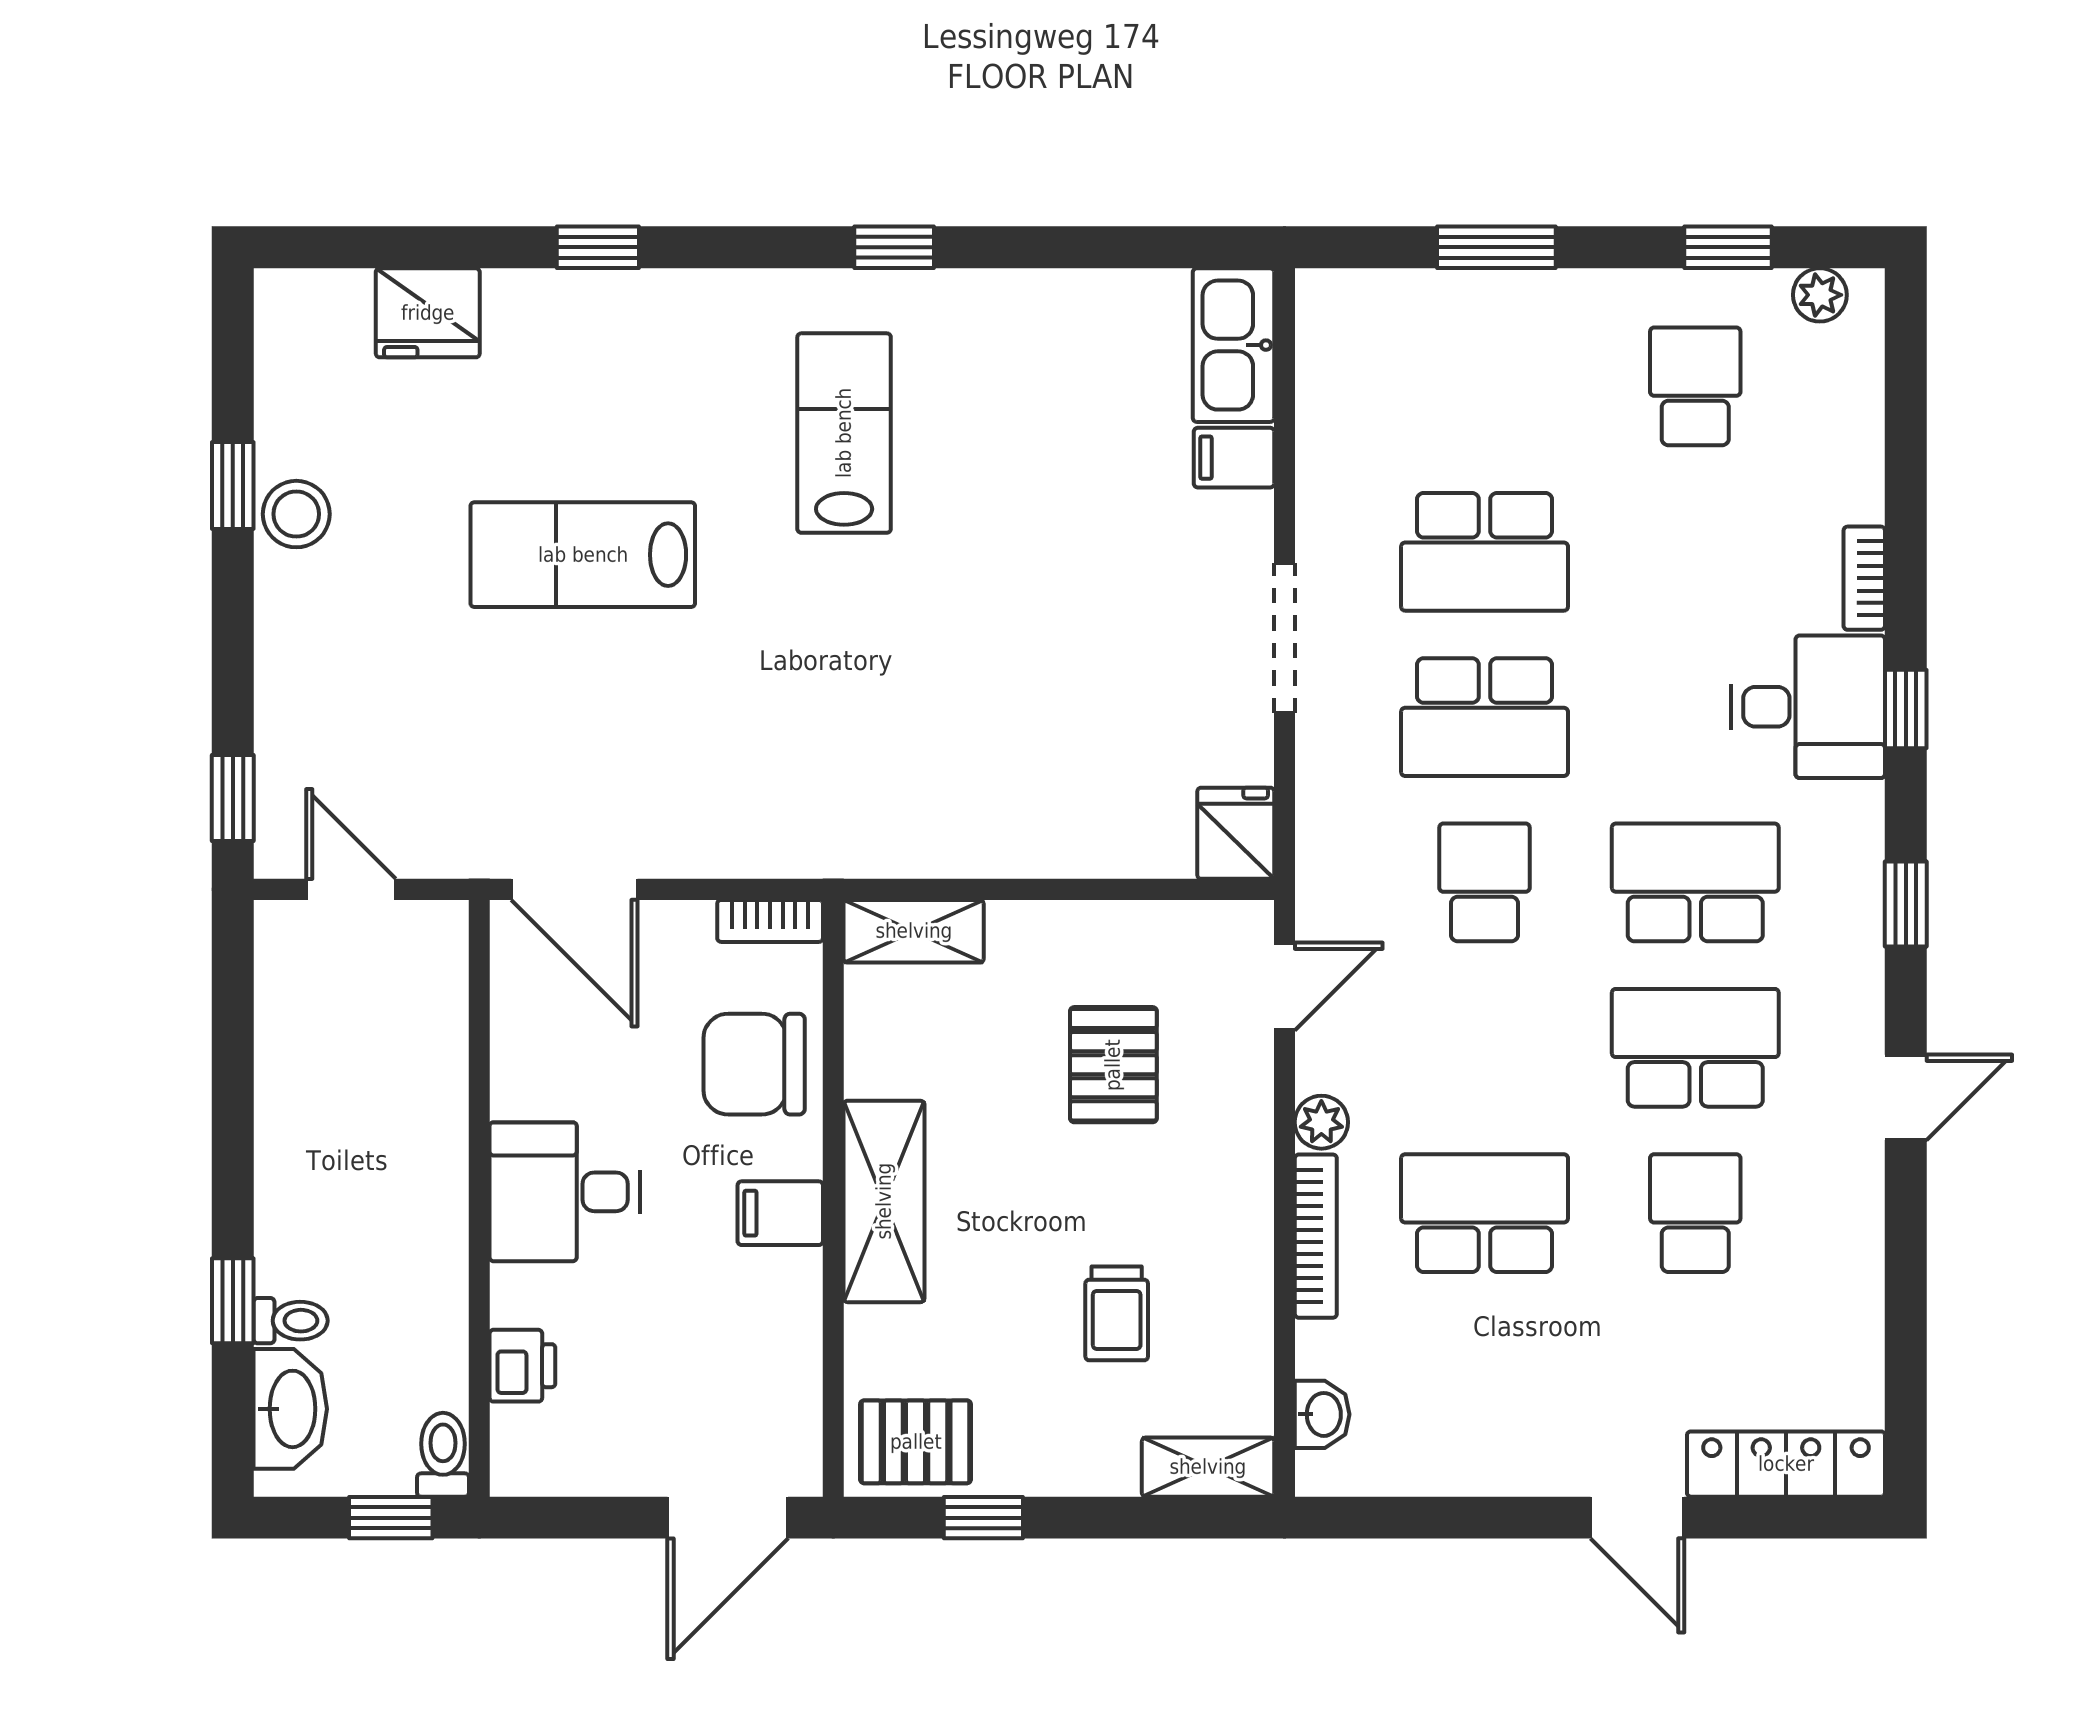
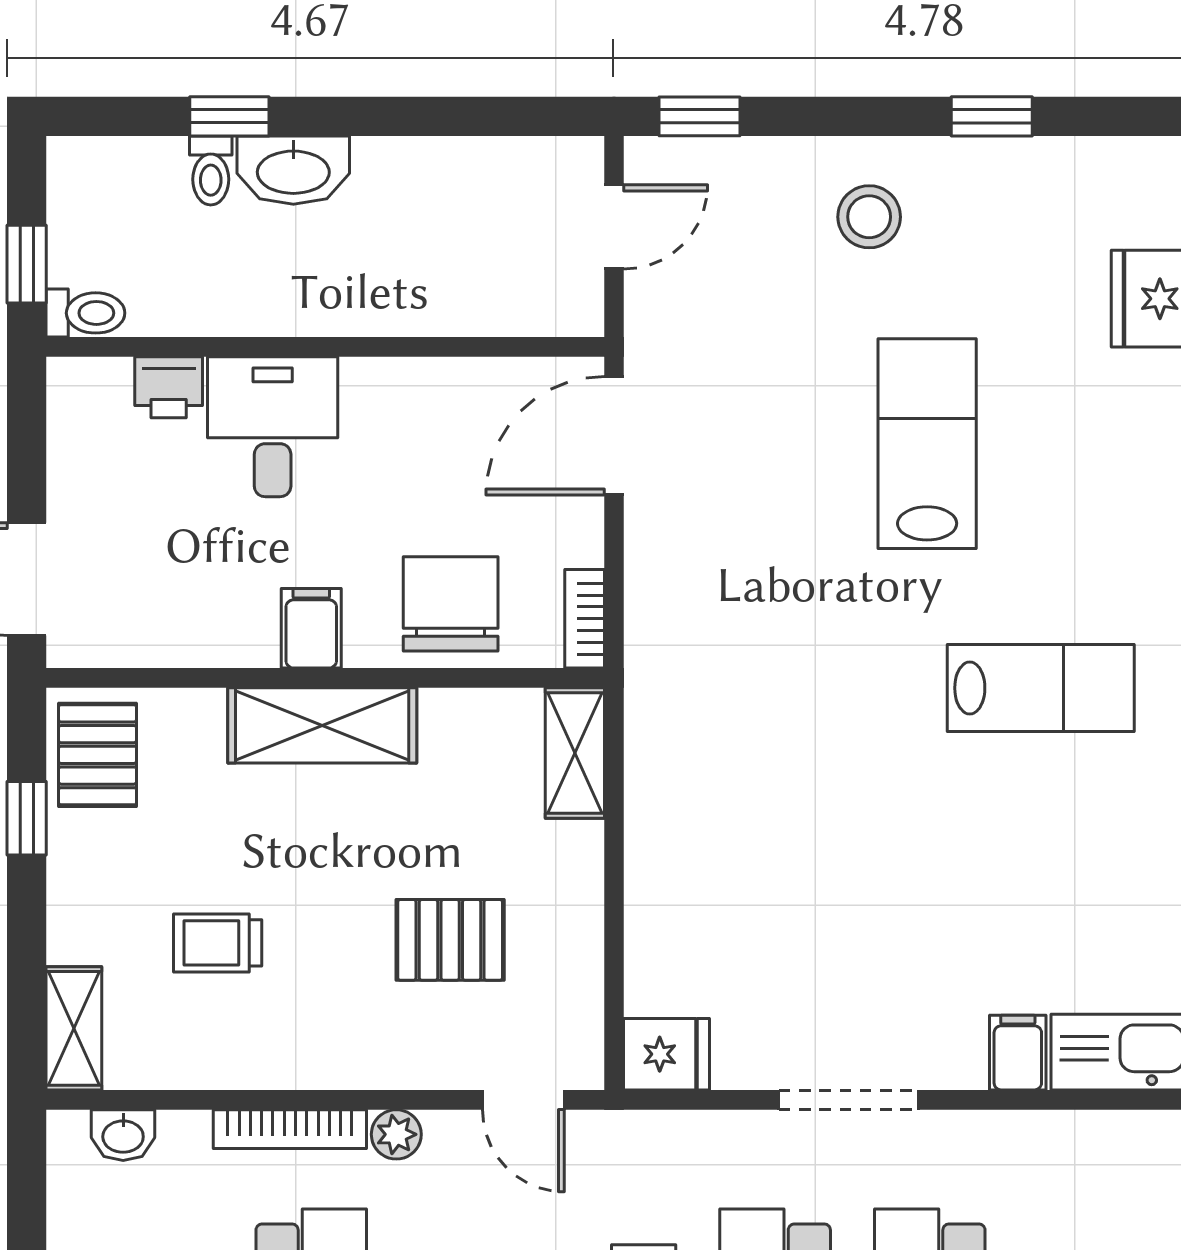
stool: (296, 514) -> (869, 217), moved
desk: (565, 1192) -> (273, 427), moved
washbasin: (290, 1409) -> (293, 170), moved

